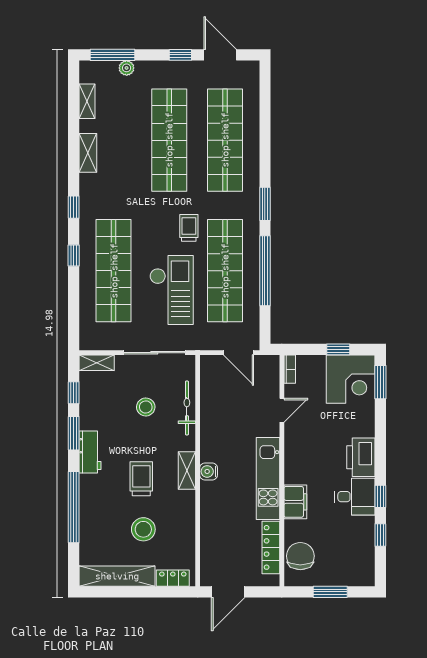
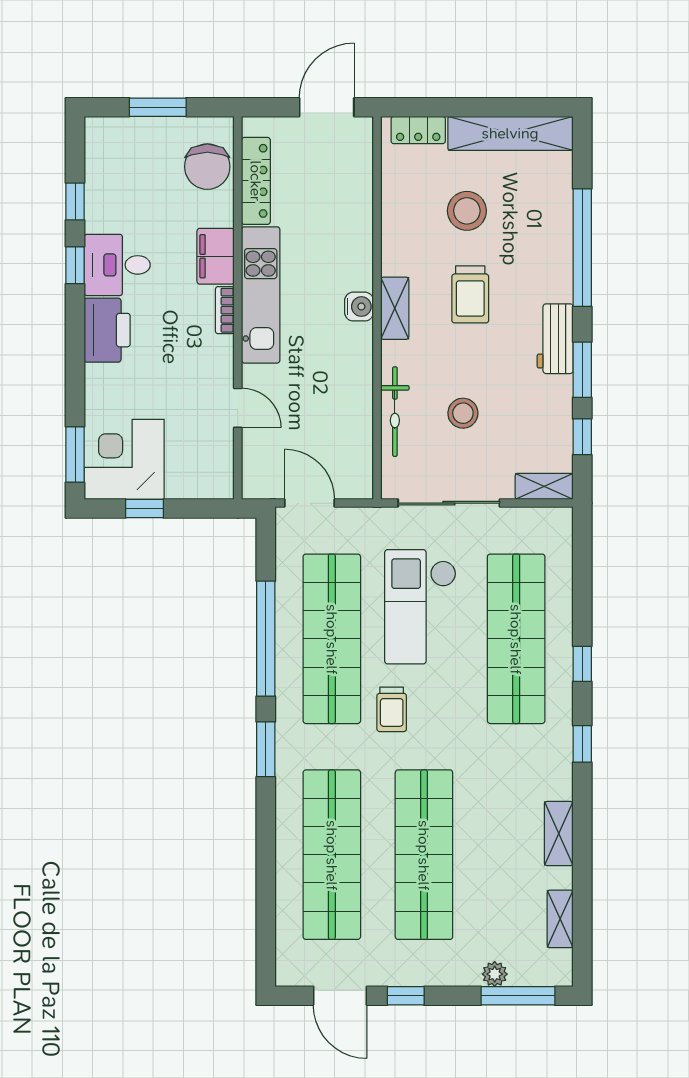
bookcase: (290, 369) -> (225, 310), moved
door: (282, 410) -> (238, 408), swing flipped

